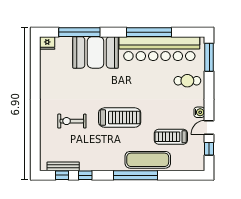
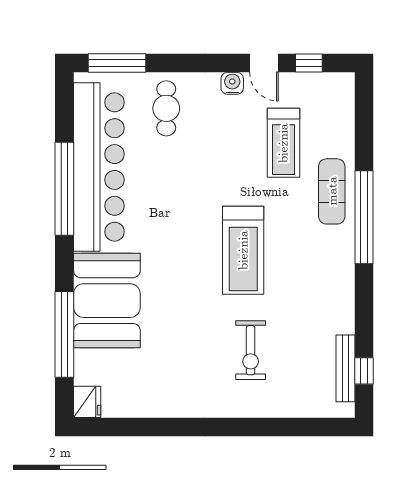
treadmill: (120, 118) -> (243, 250), turned 180
exercise mat: (148, 160) -> (332, 191), width x0.73, depth x0.69
window: (85, 175) -> (364, 322), removed

